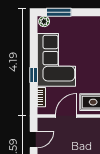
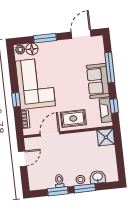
window: (59, 12) -> (45, 38), moved
floor lamp: (57, 22) -> (32, 49), added

